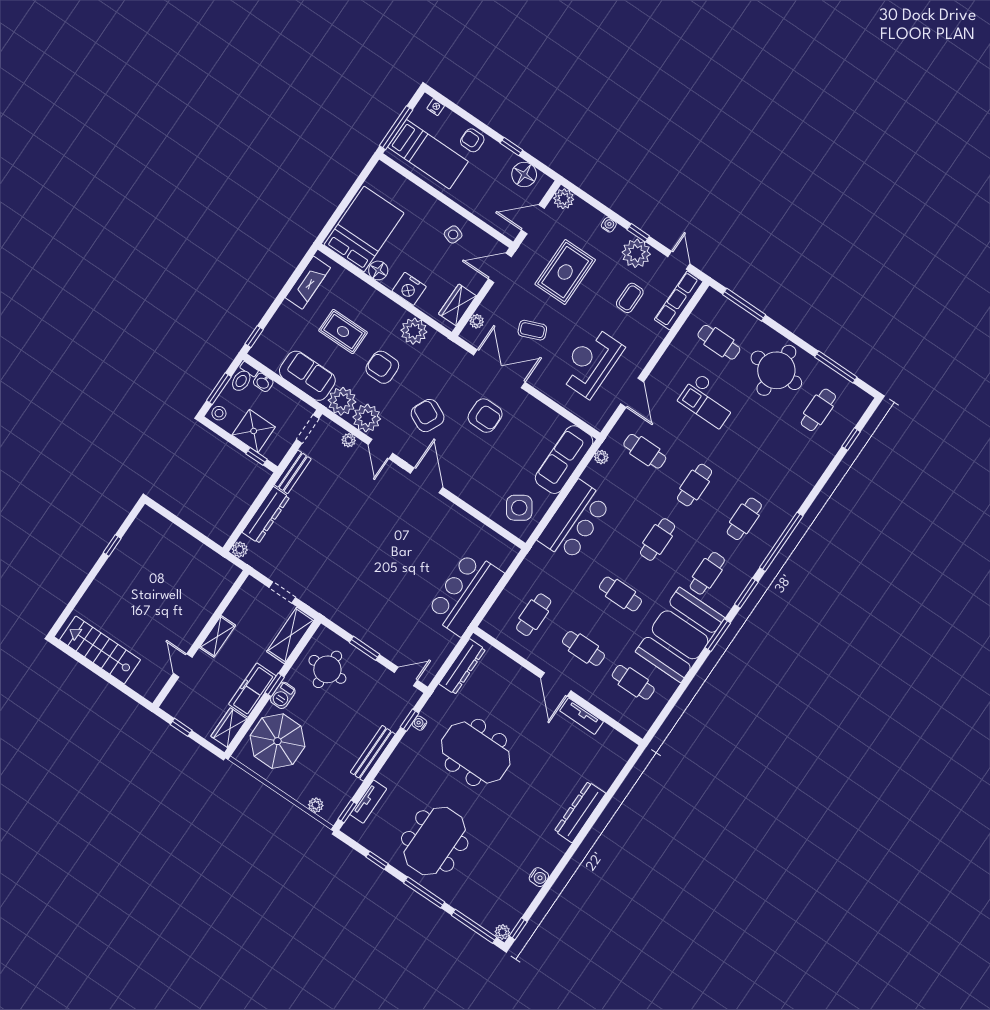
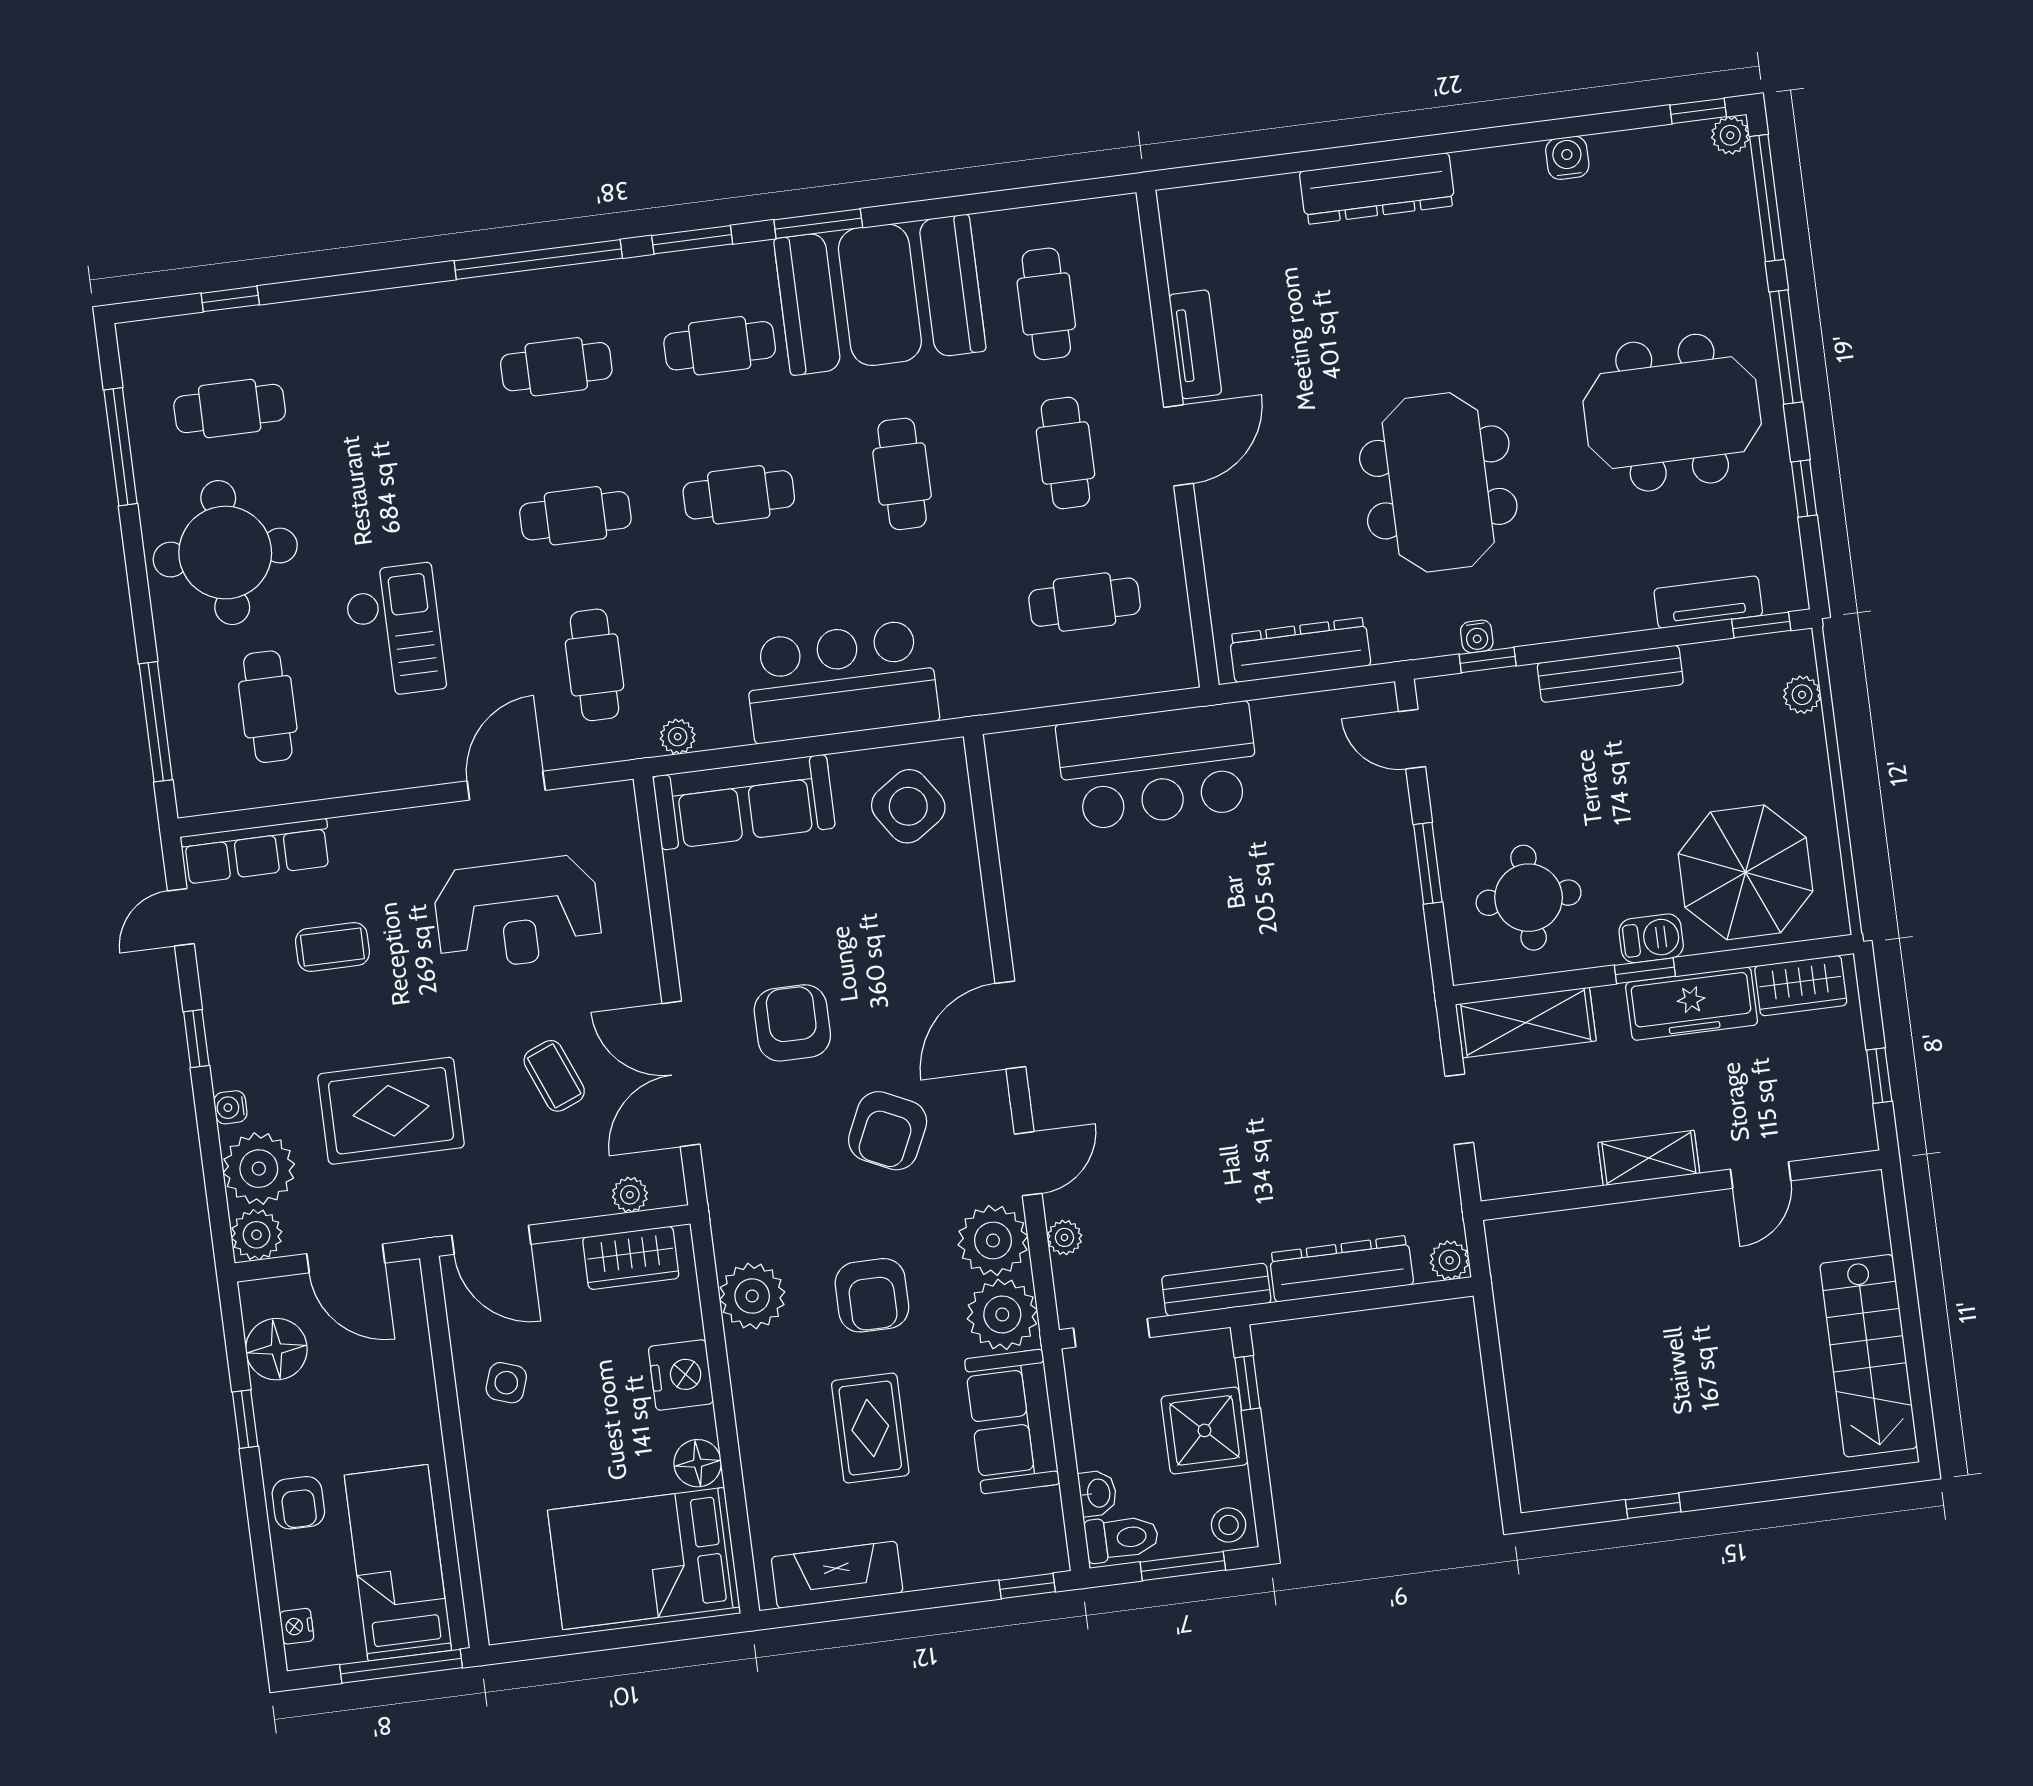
plant: (636, 253) -> (259, 1169), moved

